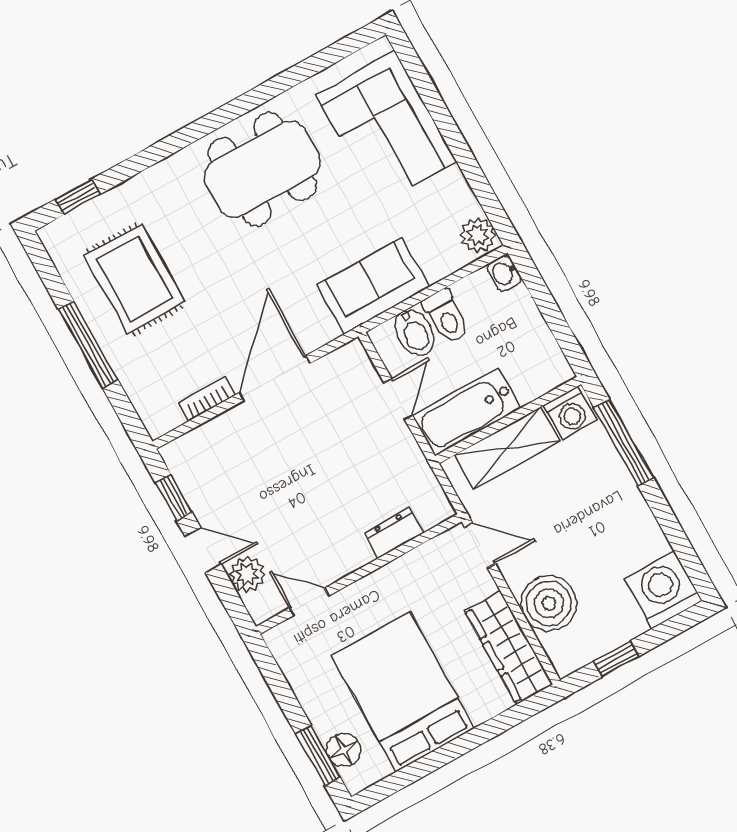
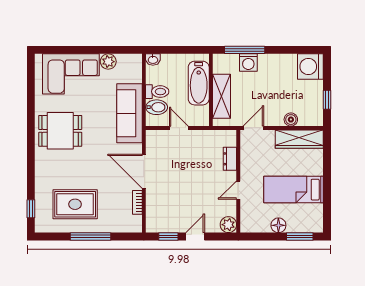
dining table: (262, 169) -> (60, 131), width x0.73
plant: (478, 235) -> (108, 62), moved
sofa: (373, 286) -> (130, 113), width x1.36
bathtub: (467, 412) -> (199, 83), moved
washing machine: (570, 413) -> (248, 63), moved, turned 90
plant: (247, 574) -> (228, 225), moved
door: (309, 602) -> (238, 190), moved
boiler: (549, 603) -> (291, 120), width x0.54, depth x0.54
bed: (403, 692) -> (294, 190), width x0.67
floor lamp: (344, 750) -> (278, 225), moved

